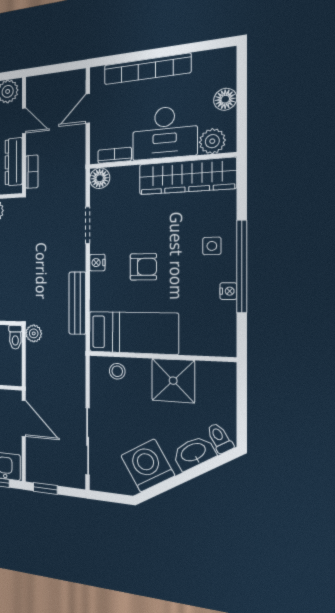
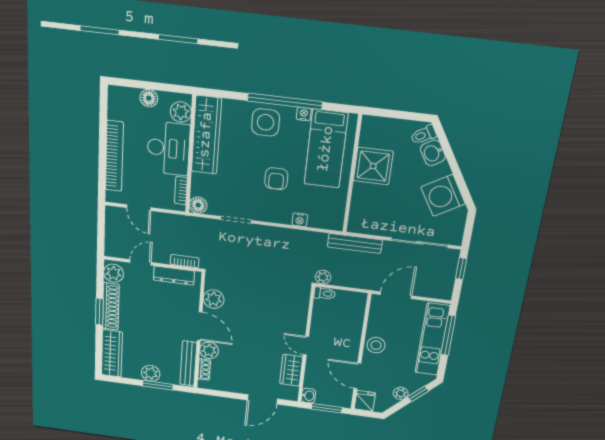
side table: (212, 246) -> (266, 122), width x1.87, depth x1.87
nightstand: (97, 263) -> (300, 220), moved
armchair: (143, 267) -> (276, 179), turned 180
bench: (77, 303) -> (355, 244), moved
bed: (133, 333) -> (326, 149), moved, turned 180
stool: (117, 371) -> (362, 211), removed
washbasin: (194, 453) -> (433, 153), width x0.72
window: (45, 488) -> (461, 269), moved

